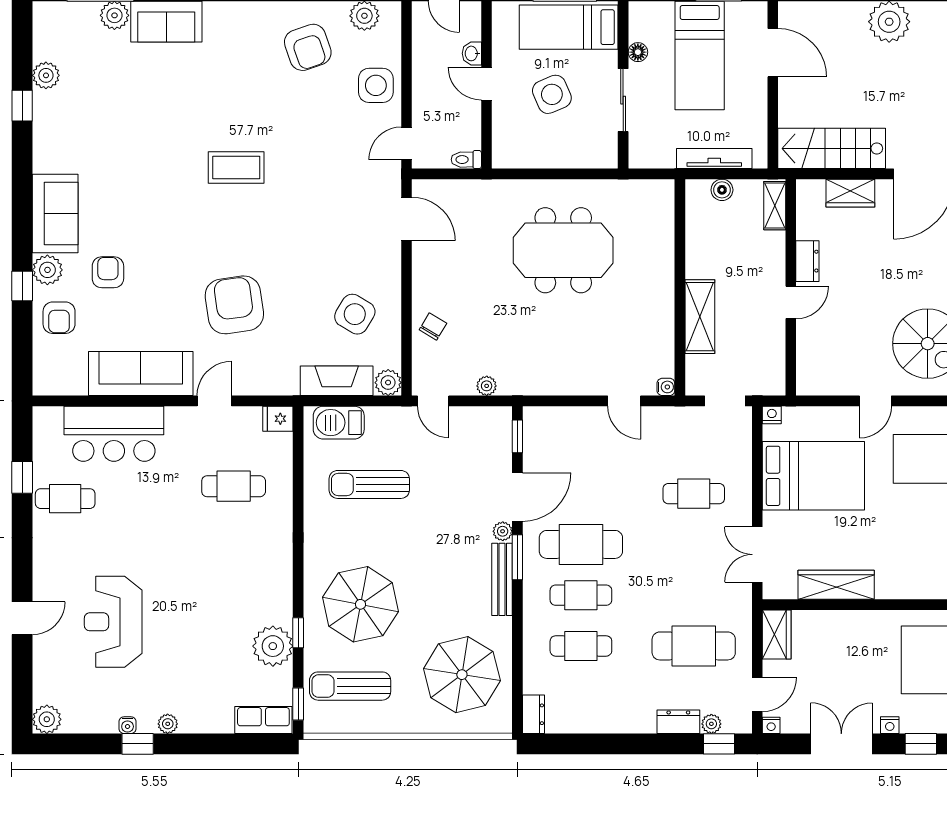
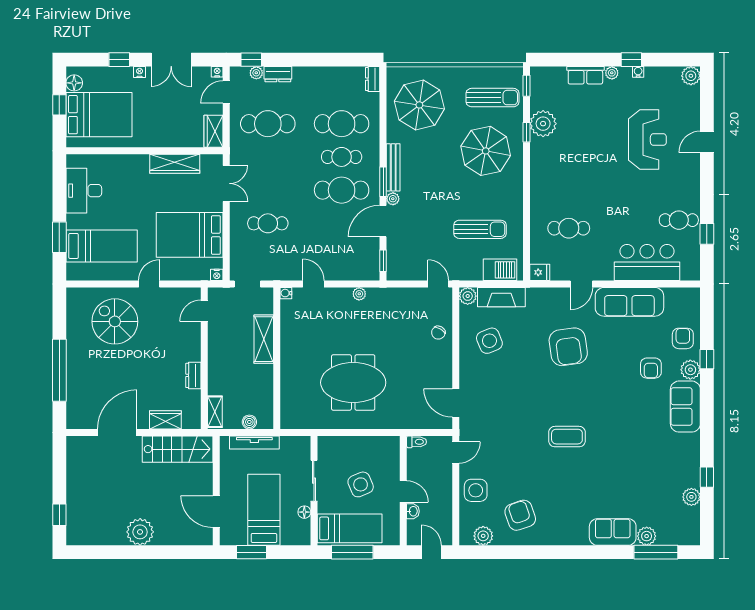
door: (791, 302) -> (204, 311), moved
side table: (355, 314) -> (489, 341), turned 37
plant: (487, 386) -> (359, 294), moved
cafe table: (581, 646) -> (342, 124), width x1.37, depth x1.35
row of seats: (263, 720) -> (585, 75), moved

